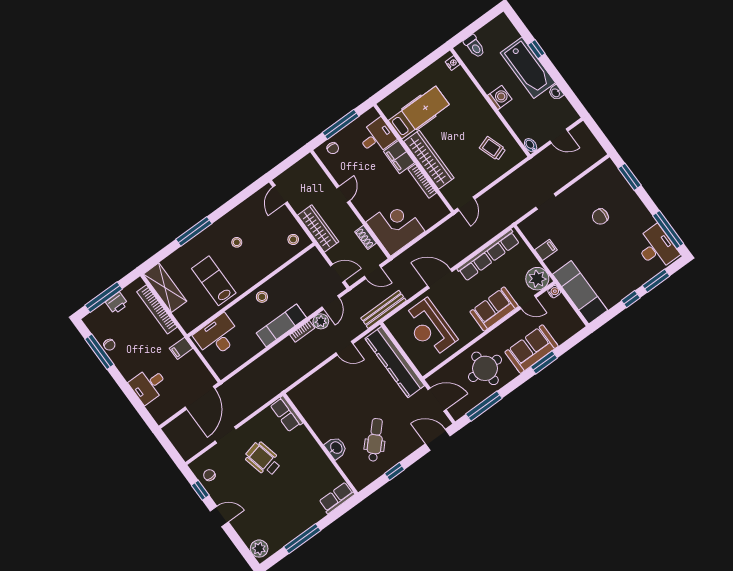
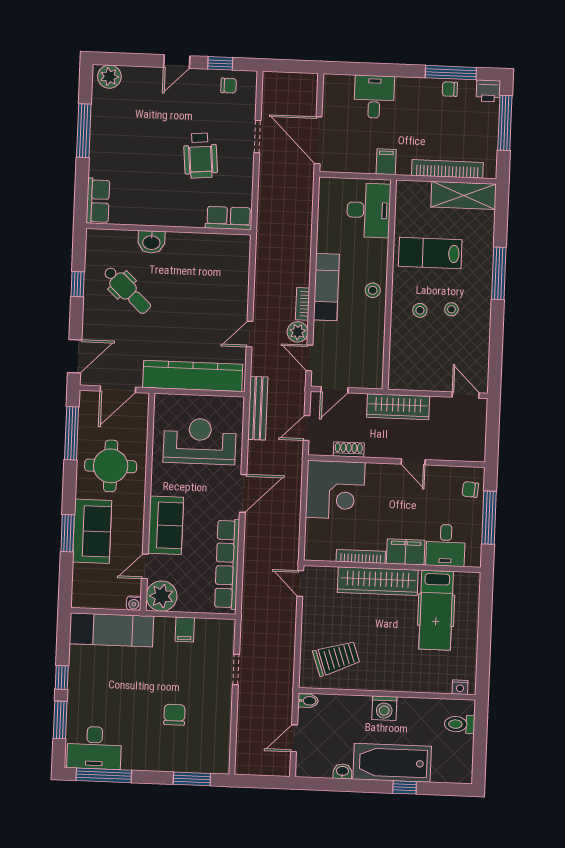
trolley: (493, 148) -> (336, 658), width x1.36, depth x1.39
stool: (293, 239) -> (420, 310), moved
lab bench: (214, 281) -> (430, 253), turned 180
printer: (117, 303) -> (488, 91), moved, turned -90
wheelchair: (263, 459) -> (200, 156), turned 98

